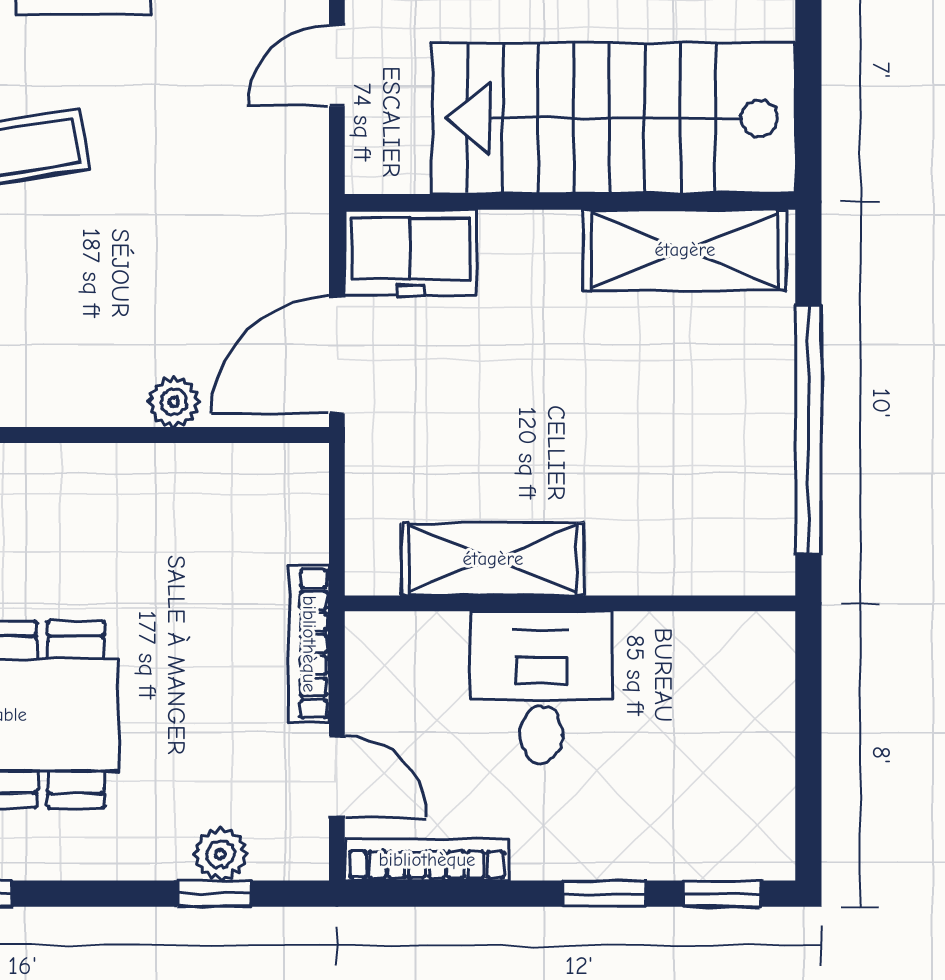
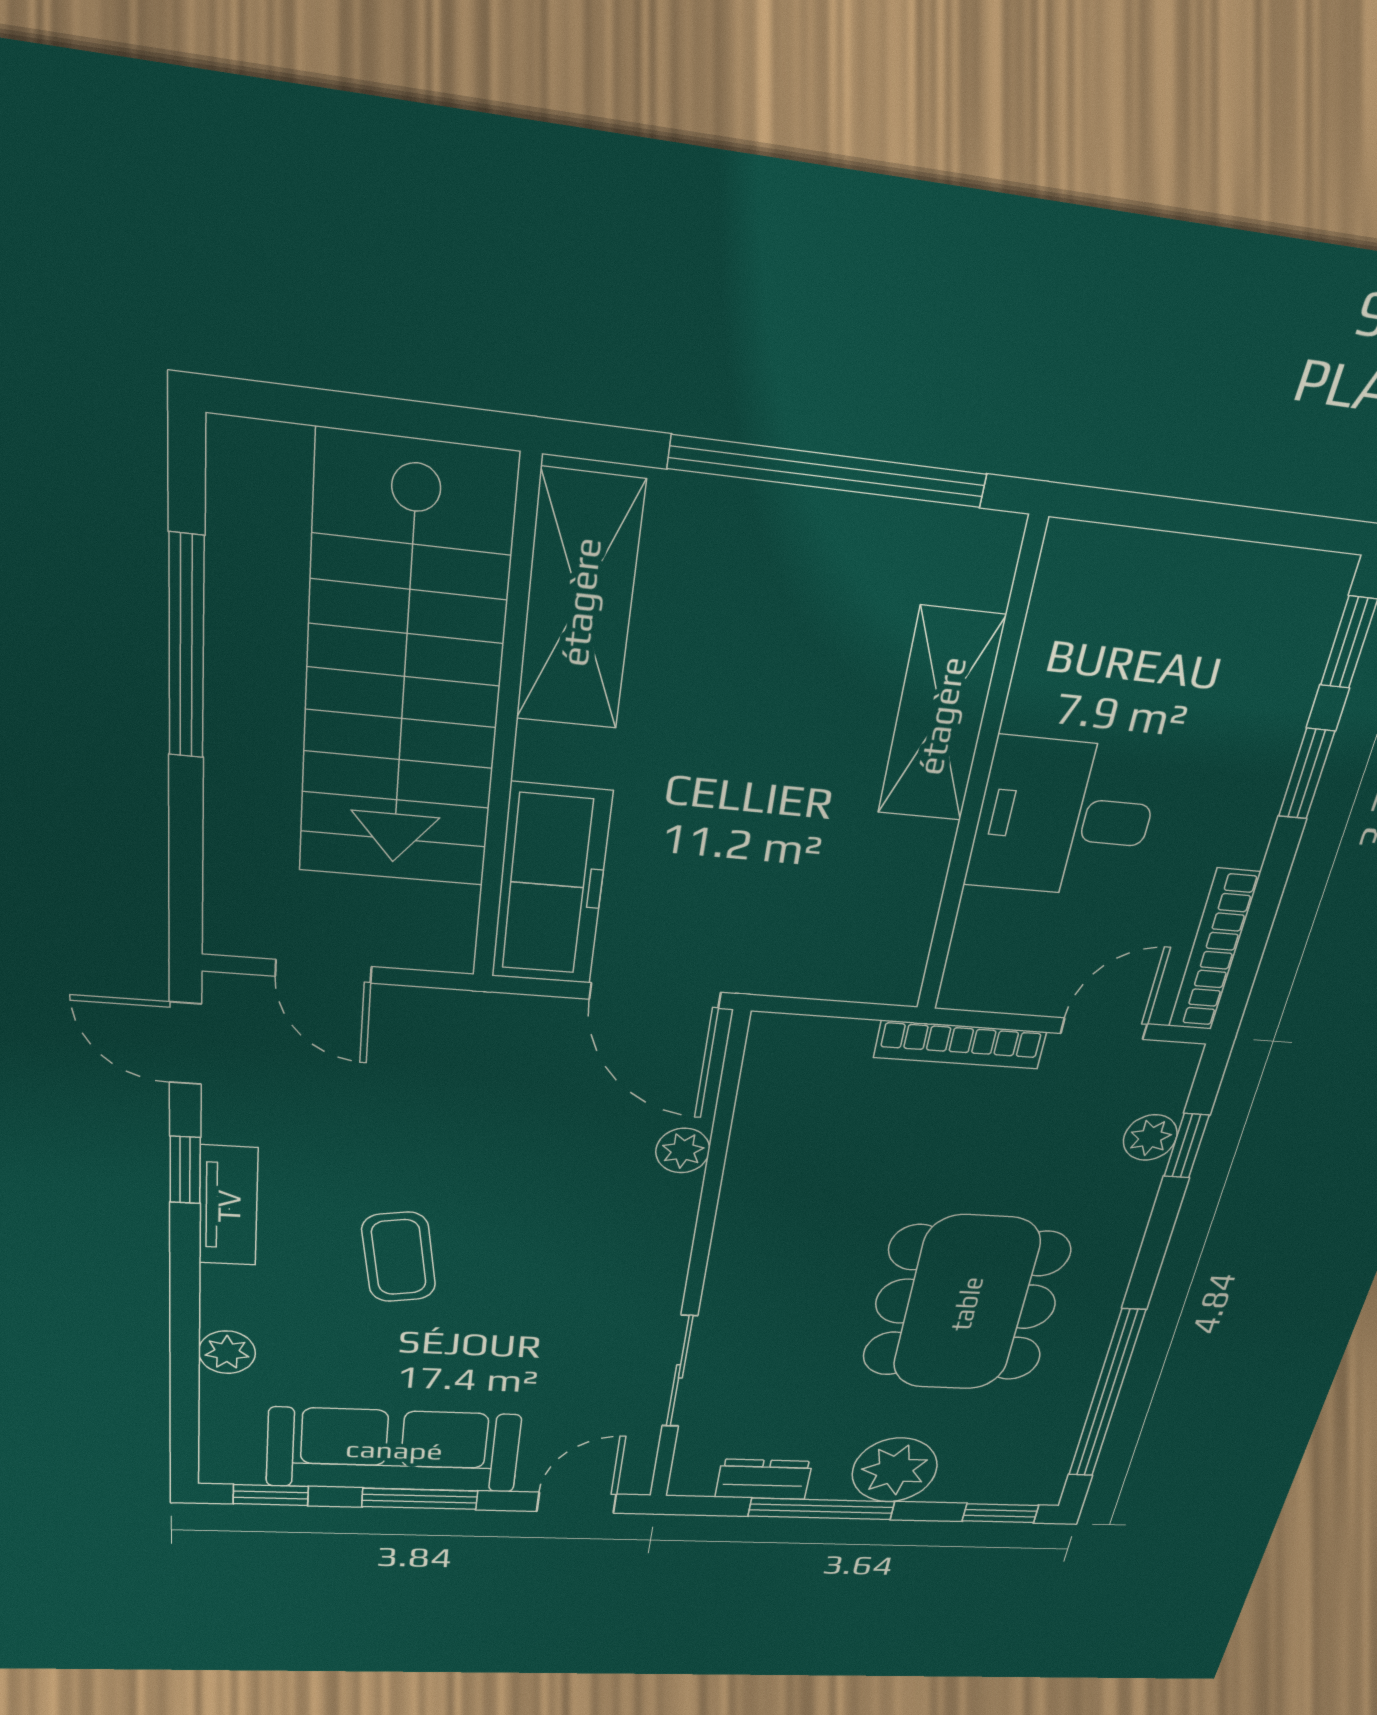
freezer: (411, 252) -> (551, 885), width x1.40
shelving: (493, 559) -> (941, 716), moved

